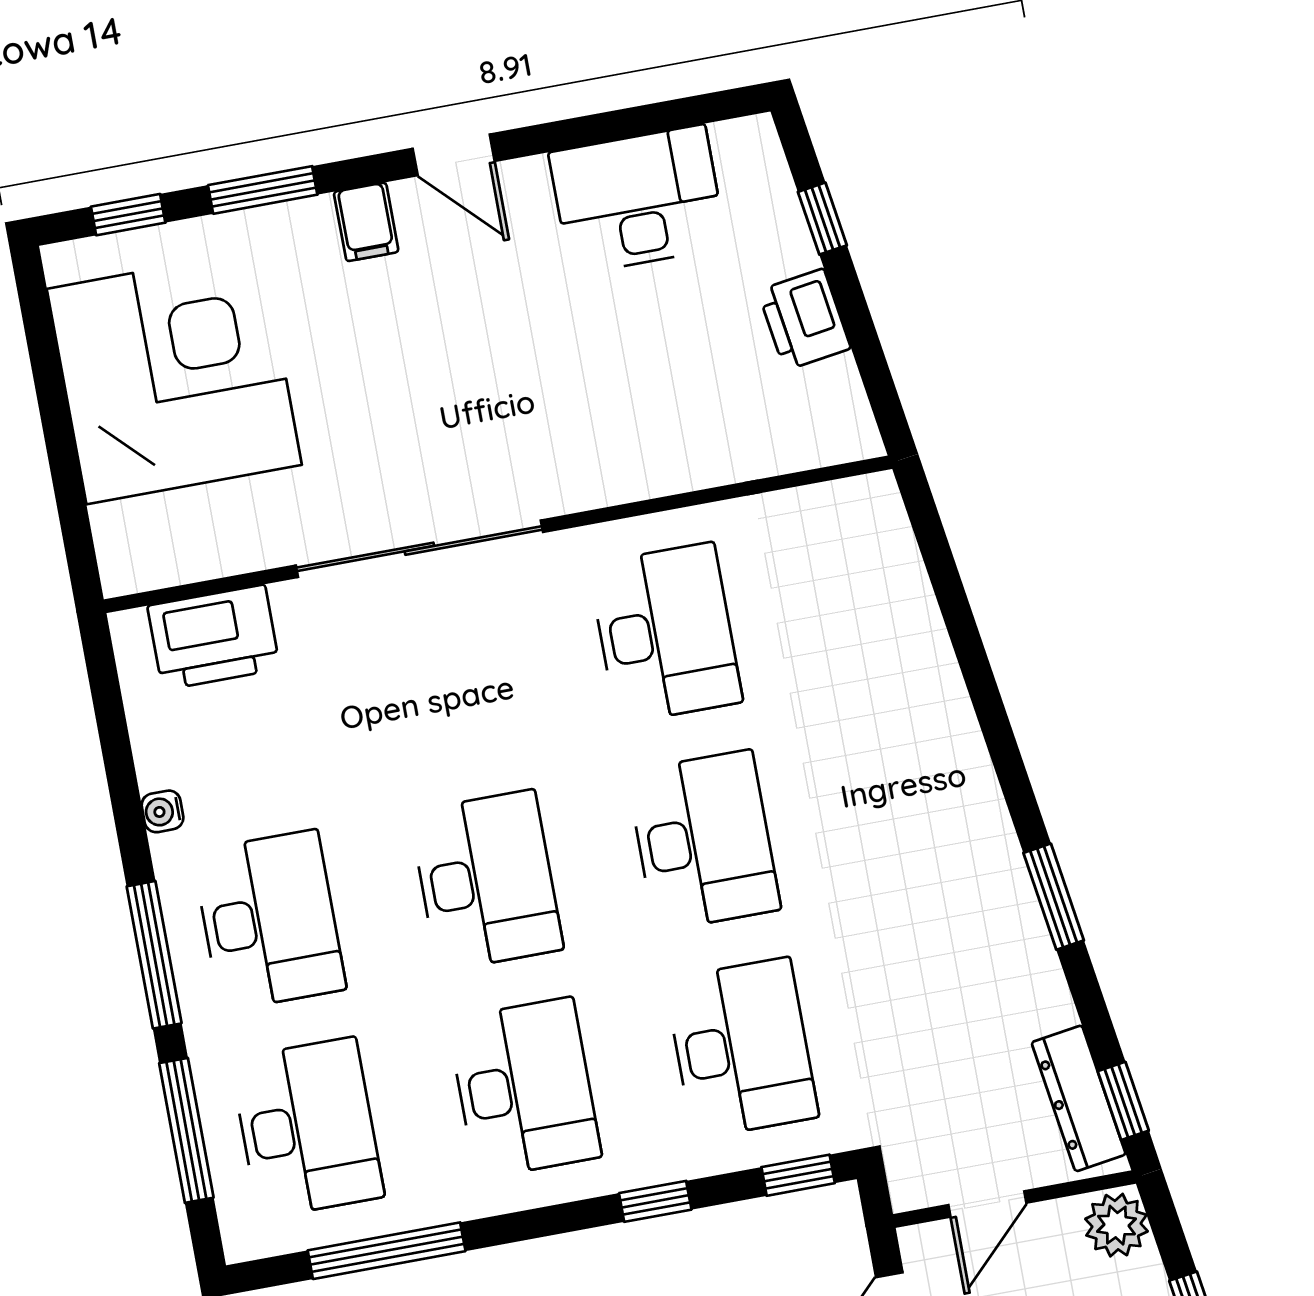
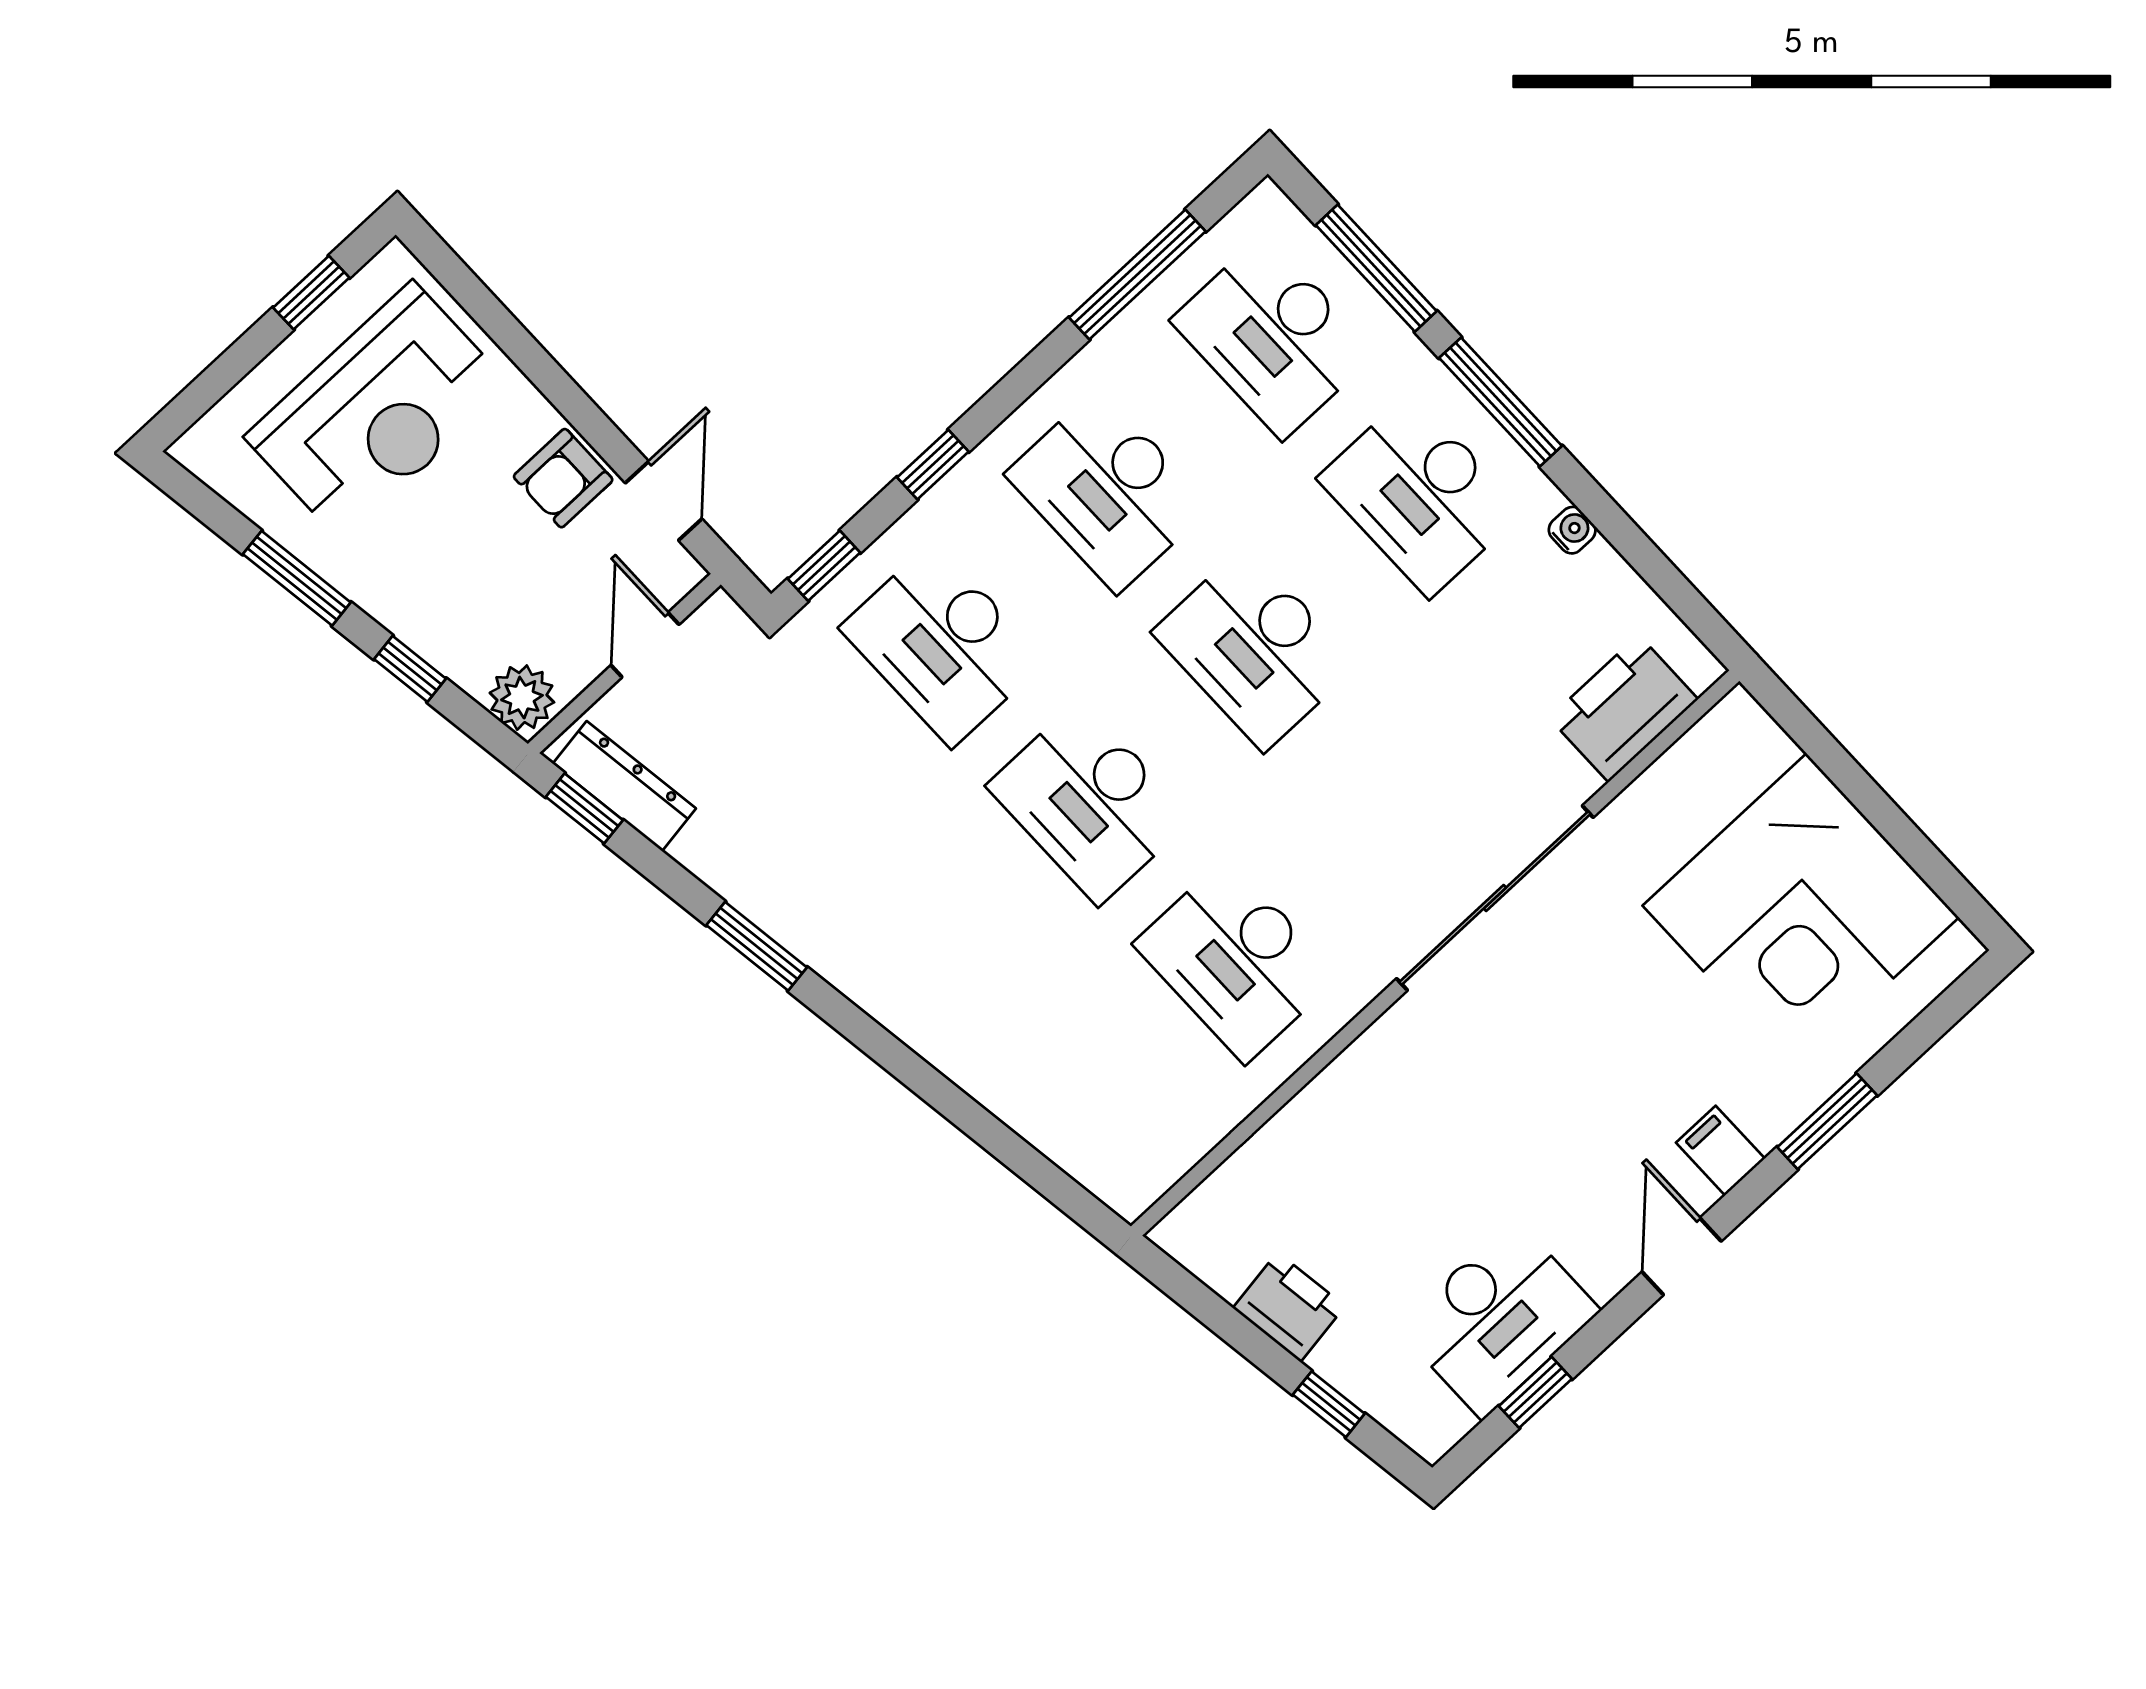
door: (454, 155) -> (1682, 1256), hinge flipped
window: (128, 215) -> (1535, 1392), moved

